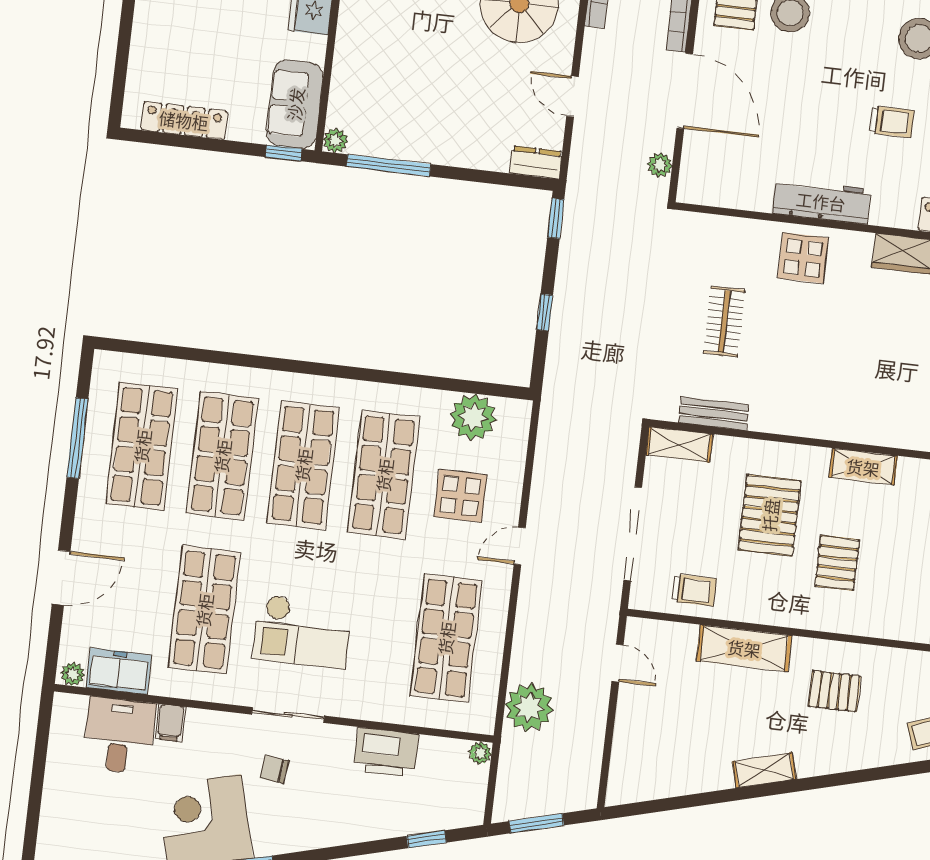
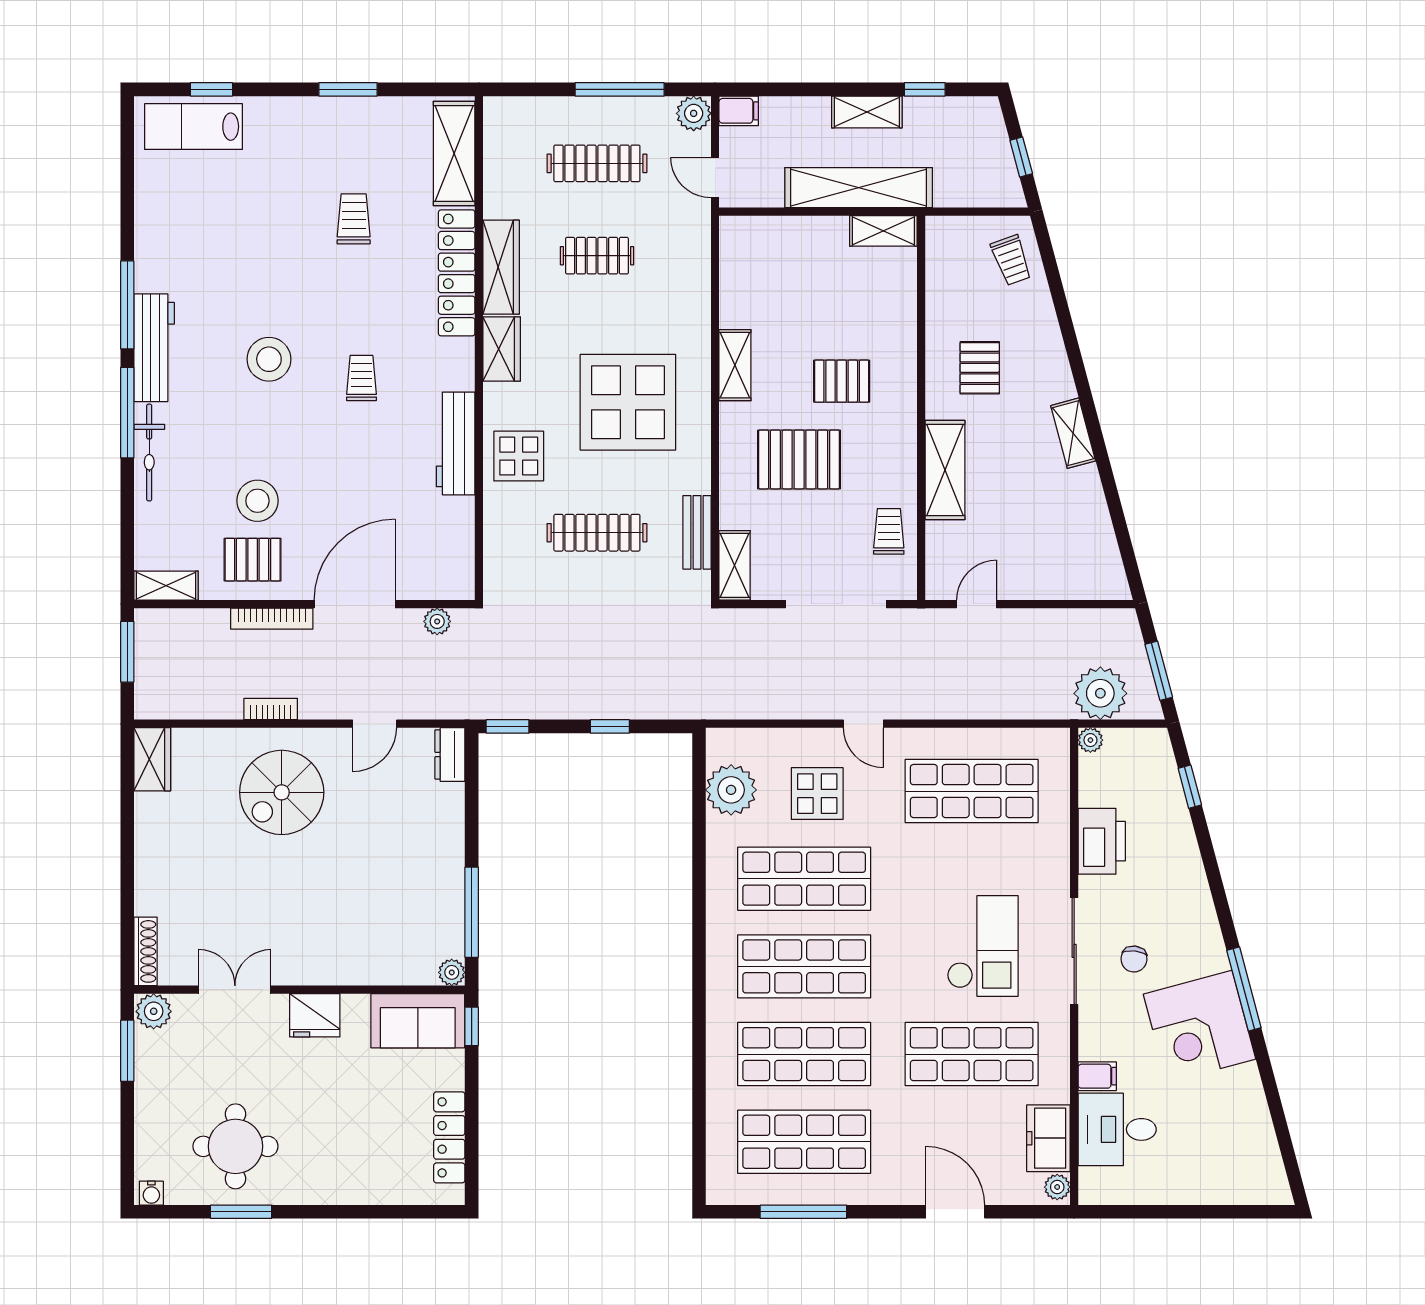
clothes rail: (724, 322) -> (597, 533), width x1.36
display table: (841, 364) -> (628, 402), added
plant: (529, 707) -> (1100, 693), moved
sliding door: (288, 715) -> (1074, 951), width x1.37

